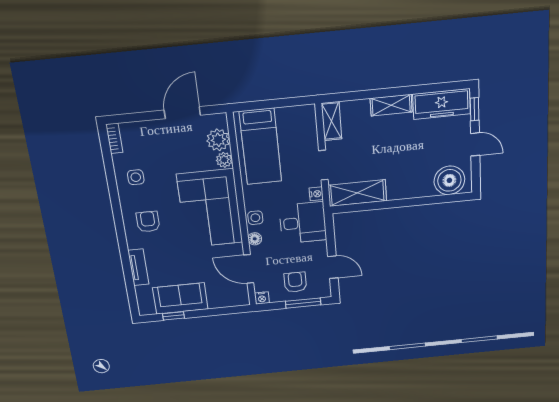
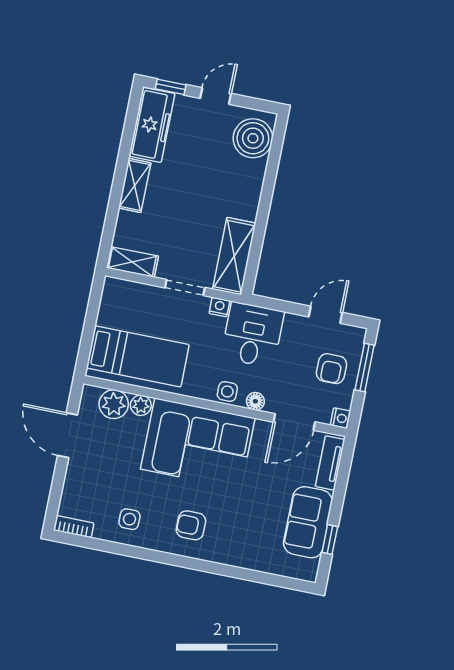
tv unit: (138, 267) -> (330, 463), moved, turned -90
armchair: (295, 282) -> (331, 369), turned -90

